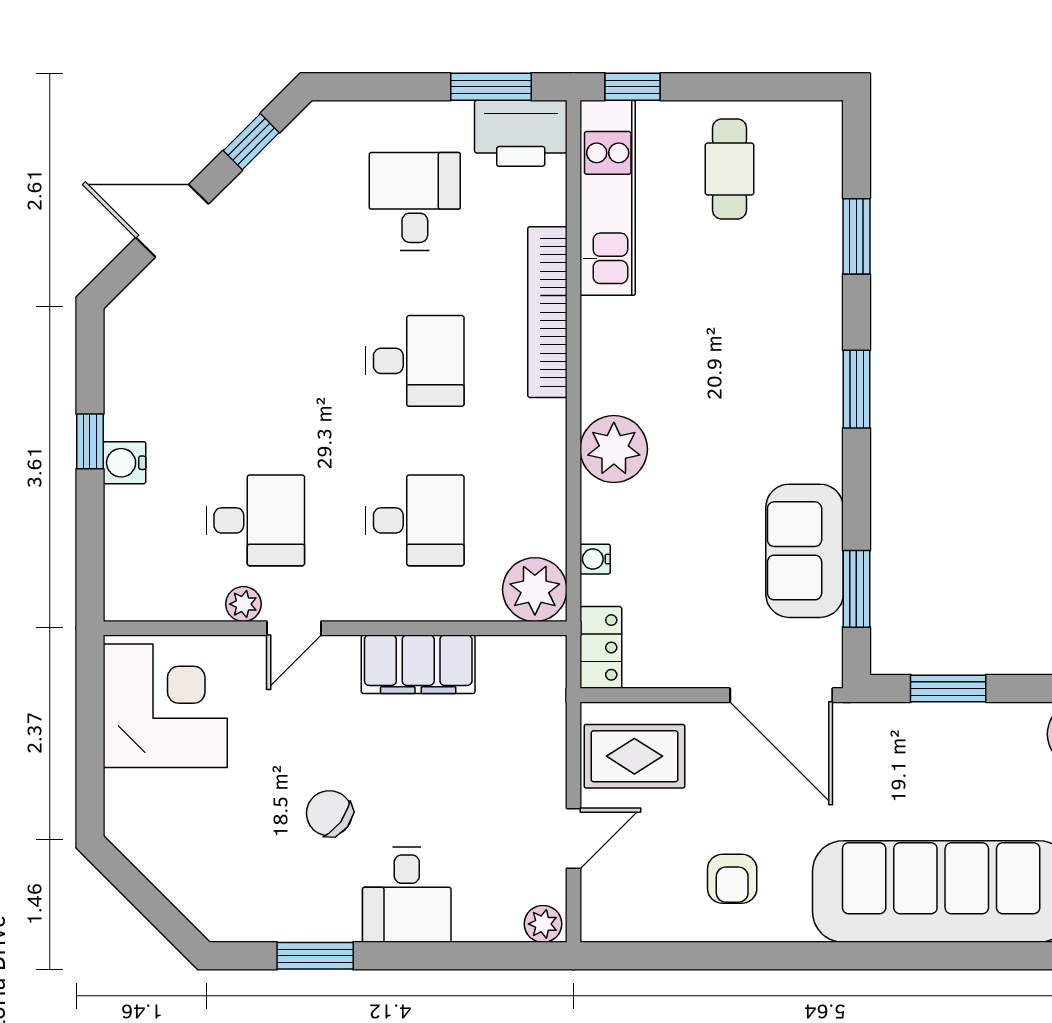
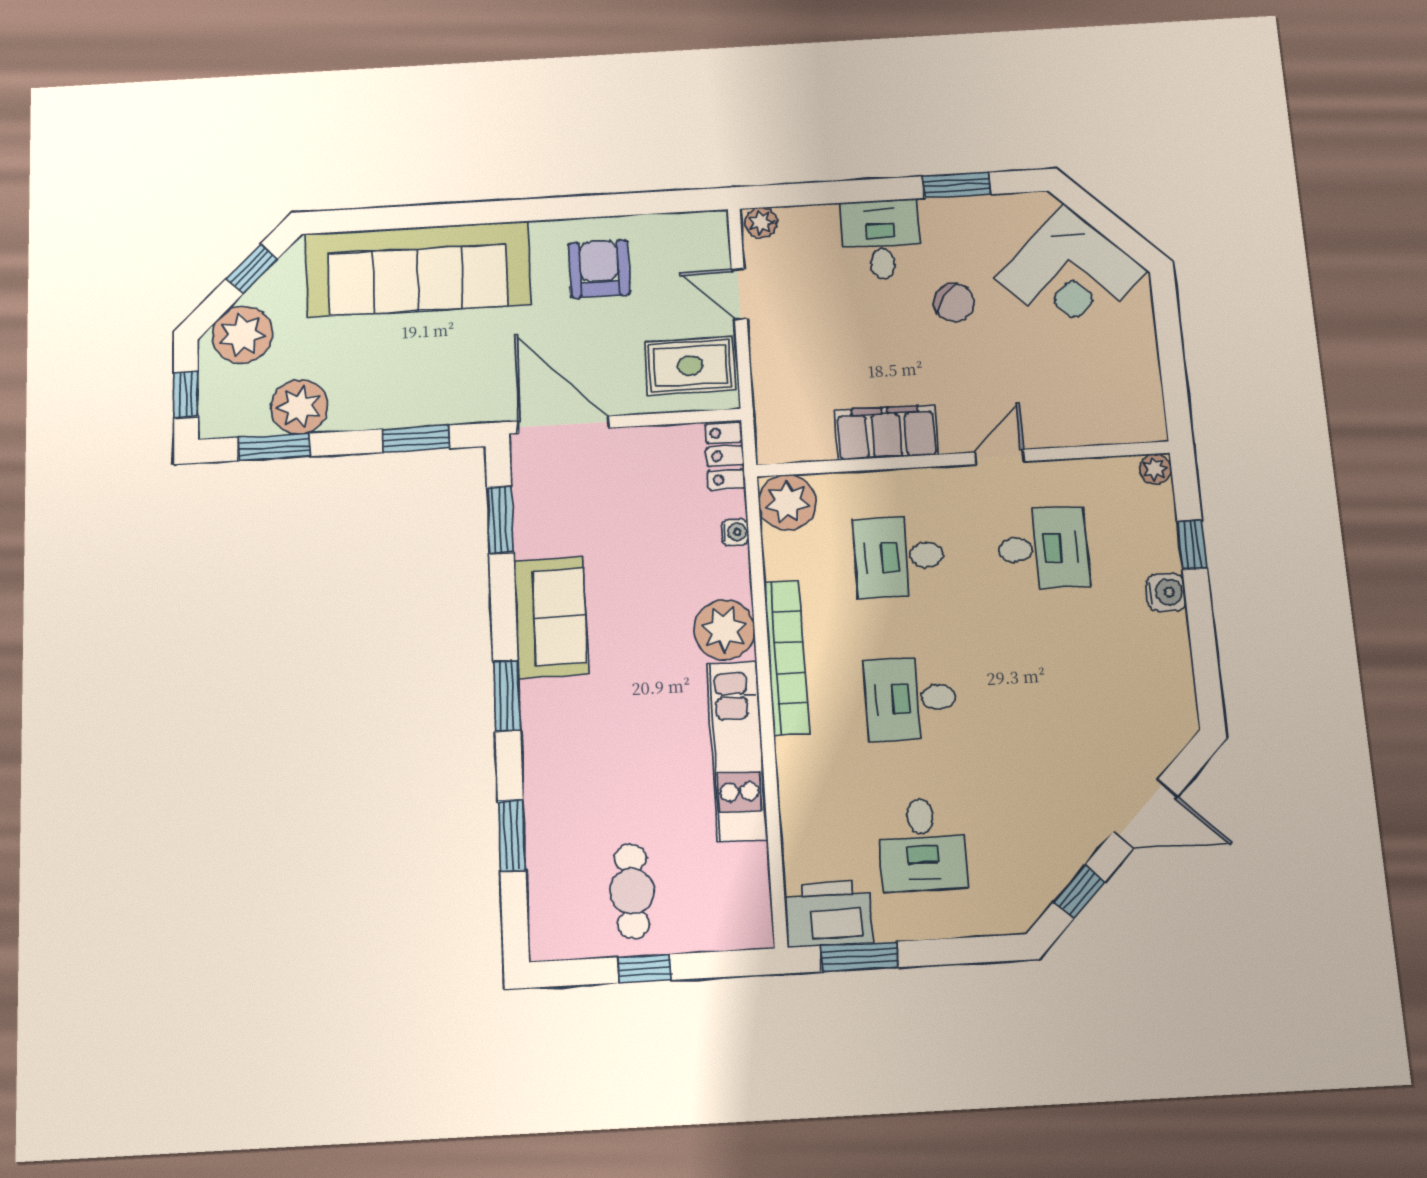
window: (633, 87) -> (645, 969), moved
kitchen unit: (608, 198) -> (737, 751), moved
bookcase: (547, 312) -> (786, 657), moved
window: (90, 441) -> (1192, 545), moved
desk: (255, 520) -> (1043, 548), turned 180
sofa: (805, 551) -> (551, 617), moved
plant: (243, 604) -> (1155, 469), moved
corner desk: (165, 706) -> (1071, 274), moved, turned -45
door: (573, 838) -> (739, 294), hinge flipped
armchair: (732, 879) -> (599, 269), width x1.38, depth x1.38

